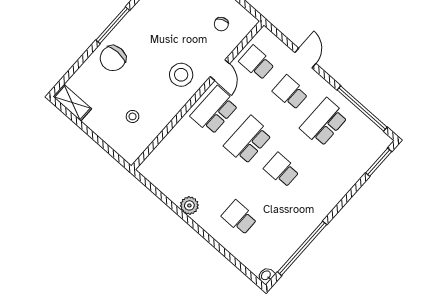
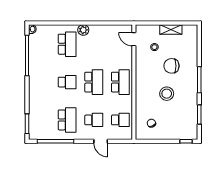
chair: (113, 58) -> (171, 66), moved, turned -90
door: (220, 70) -> (134, 39), moved
stool: (181, 75) -> (167, 94), moved
shelving: (72, 103) -> (171, 29), moved
plant: (189, 205) -> (83, 30), moved
school desk: (239, 218) -> (67, 44), width x1.85

